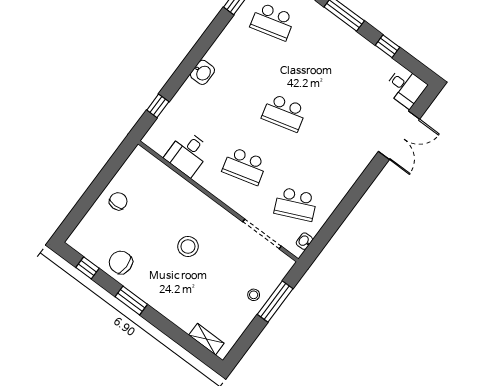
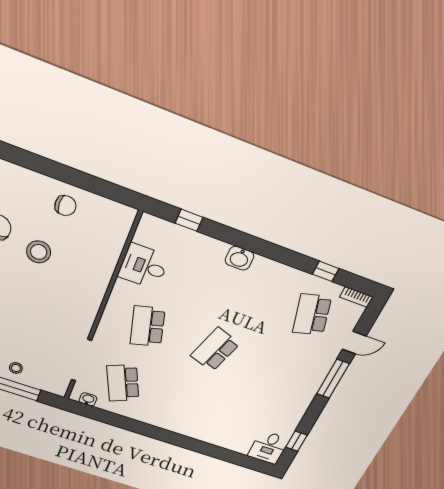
window: (388, 46) -> (296, 441), moved
school desk: (284, 113) -> (215, 350), turned 33
double door: (399, 135) -> (219, 453), removed
stool: (188, 246) -> (39, 252), moved

